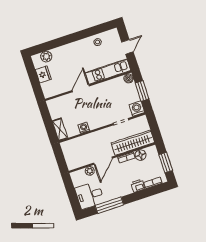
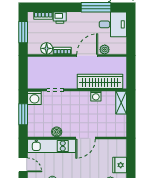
door: (127, 47) -> (23, 165), swing flipped
boiler: (129, 78) -> (57, 132), moved
wardrobe: (133, 143) -> (100, 81), moved, turned 180

